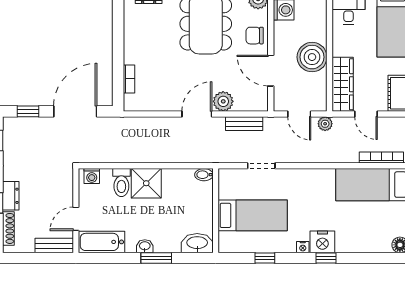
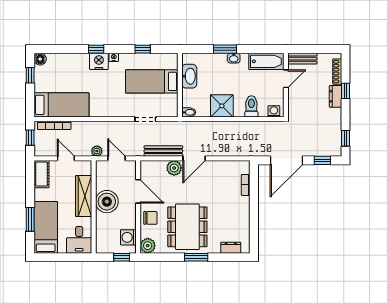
wardrobe: (343, 84) -> (84, 196), moved
bench: (244, 124) -> (163, 151), width x1.36
shower: (146, 183) -> (222, 106), moved
washbasin: (197, 243) -> (189, 76), moved, turned -90

